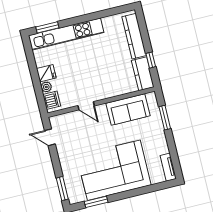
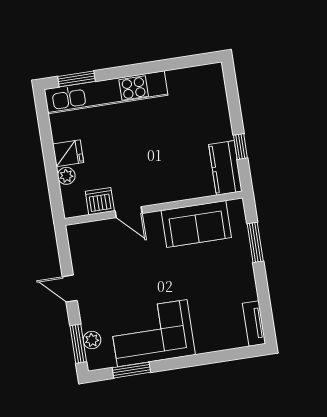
kitchen counter: (134, 36) -> (217, 105), removed
dishwasher: (52, 100) -> (100, 201), moved, turned -90
door: (50, 137) -> (70, 289), moved
corner sofa: (114, 170) -> (152, 333), width x0.73, depth x0.74
plant: (70, 186) -> (92, 340), added

